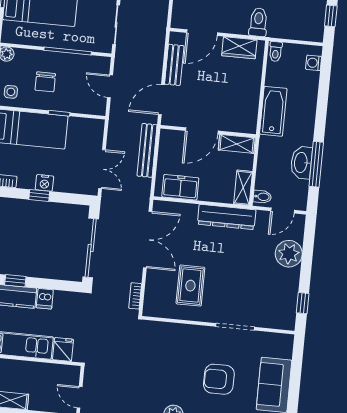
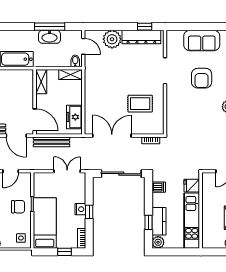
chair: (45, 82) -> (18, 207), moved
door: (202, 131) -> (35, 120), moved
dresser: (227, 217) -> (141, 37), moved, turned 90
dishwasher: (45, 299) -> (159, 187), moved

